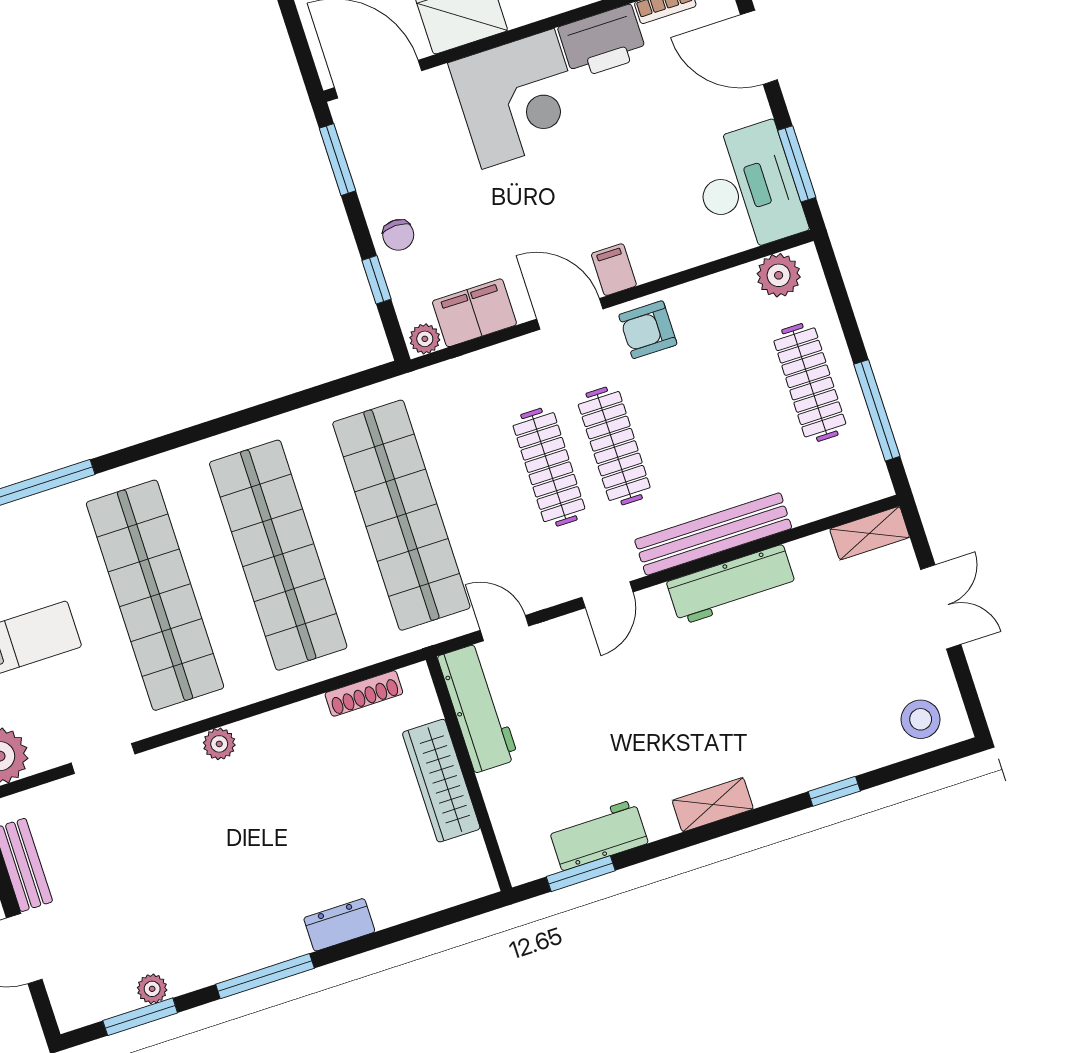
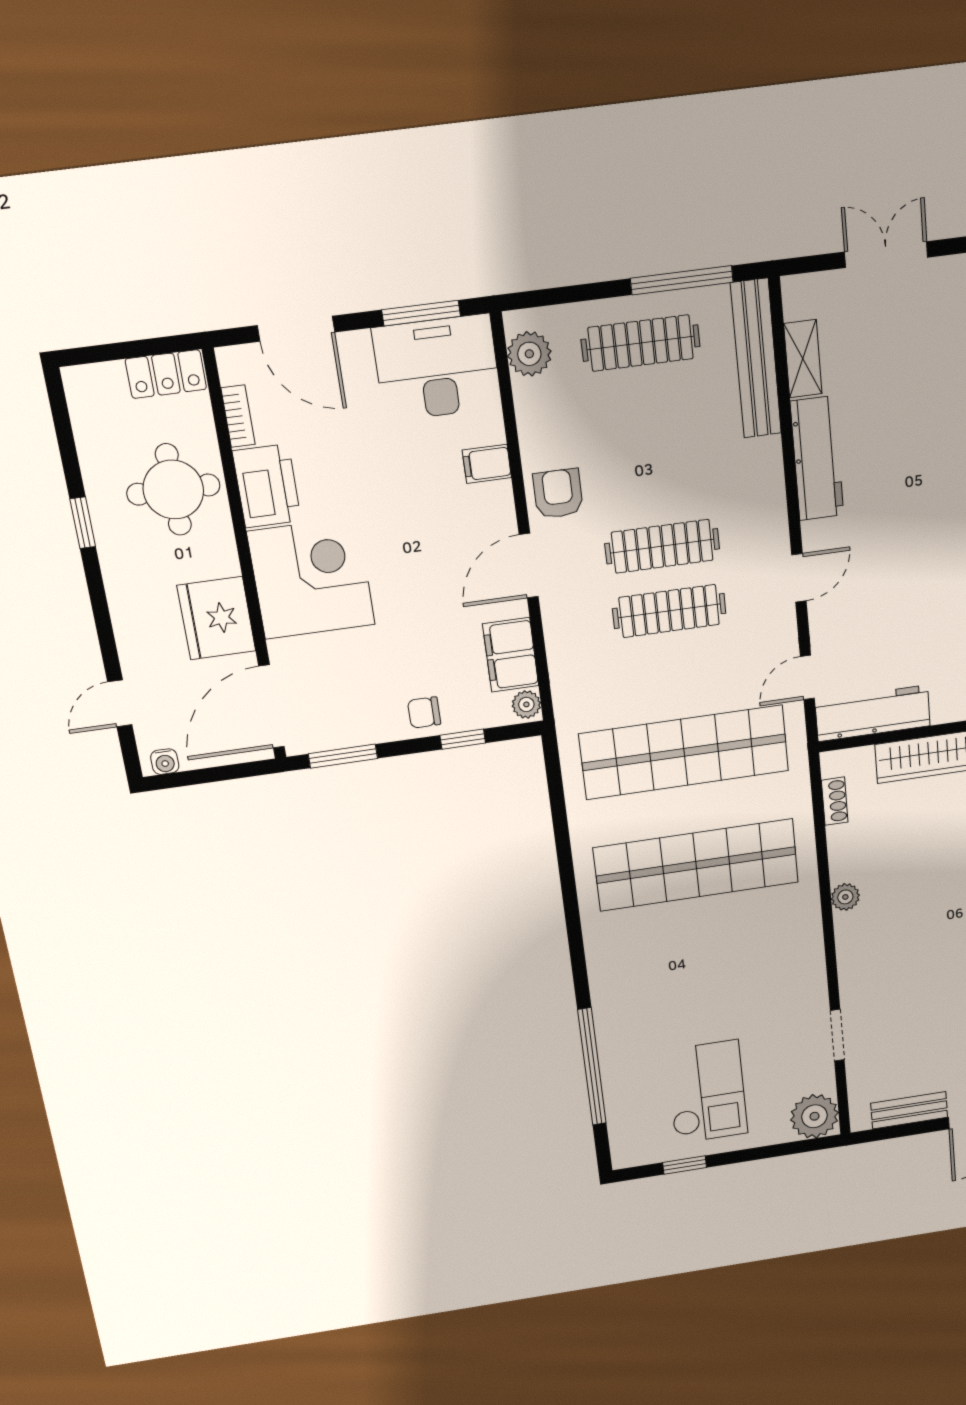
door: (759, 47) -> (296, 329), hinge flipped
chair: (398, 235) -> (424, 712), turned 180
filing cabinet: (614, 270) -> (487, 464), moved
armchair: (648, 330) -> (558, 494), turned 180
shelving: (870, 533) -> (803, 359), moved
bench: (713, 534) -> (756, 359), moved
shop shelf: (155, 595) -> (708, 973), removed
door: (607, 595) -> (799, 578), hinge flipped
shoe rack: (364, 693) -> (835, 801), width x0.70
plant: (219, 744) -> (845, 897), moved

